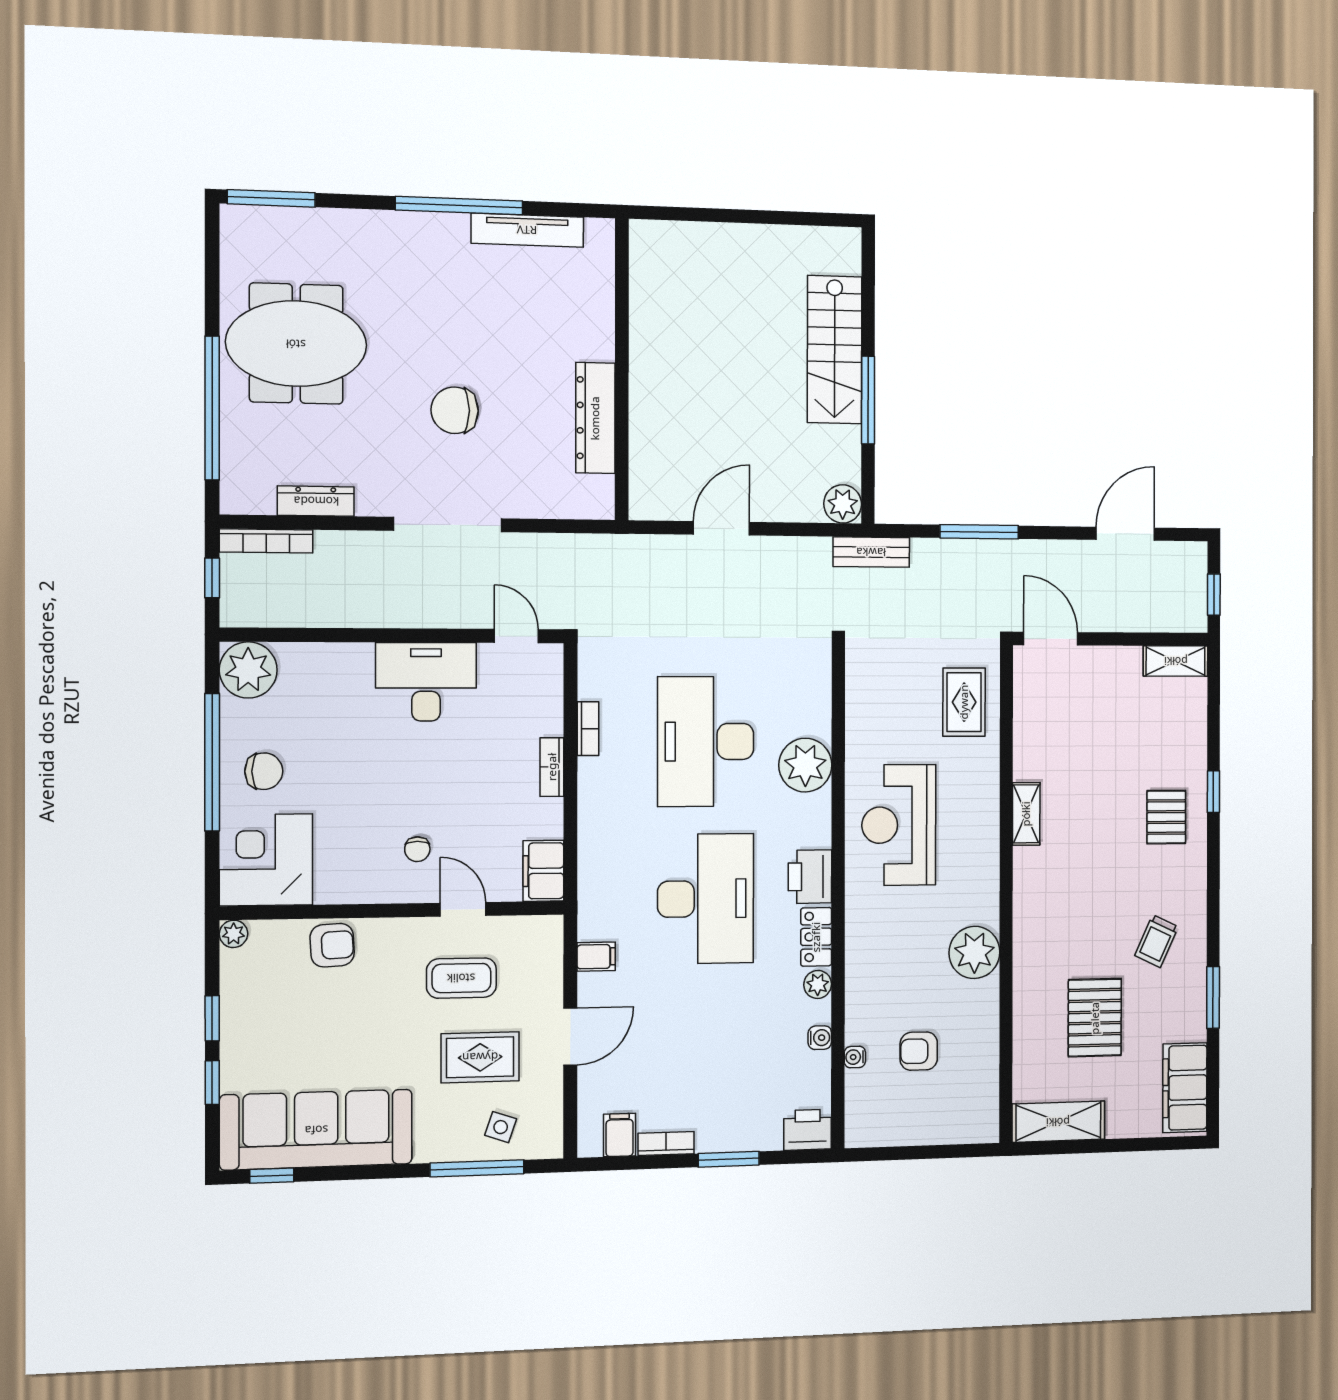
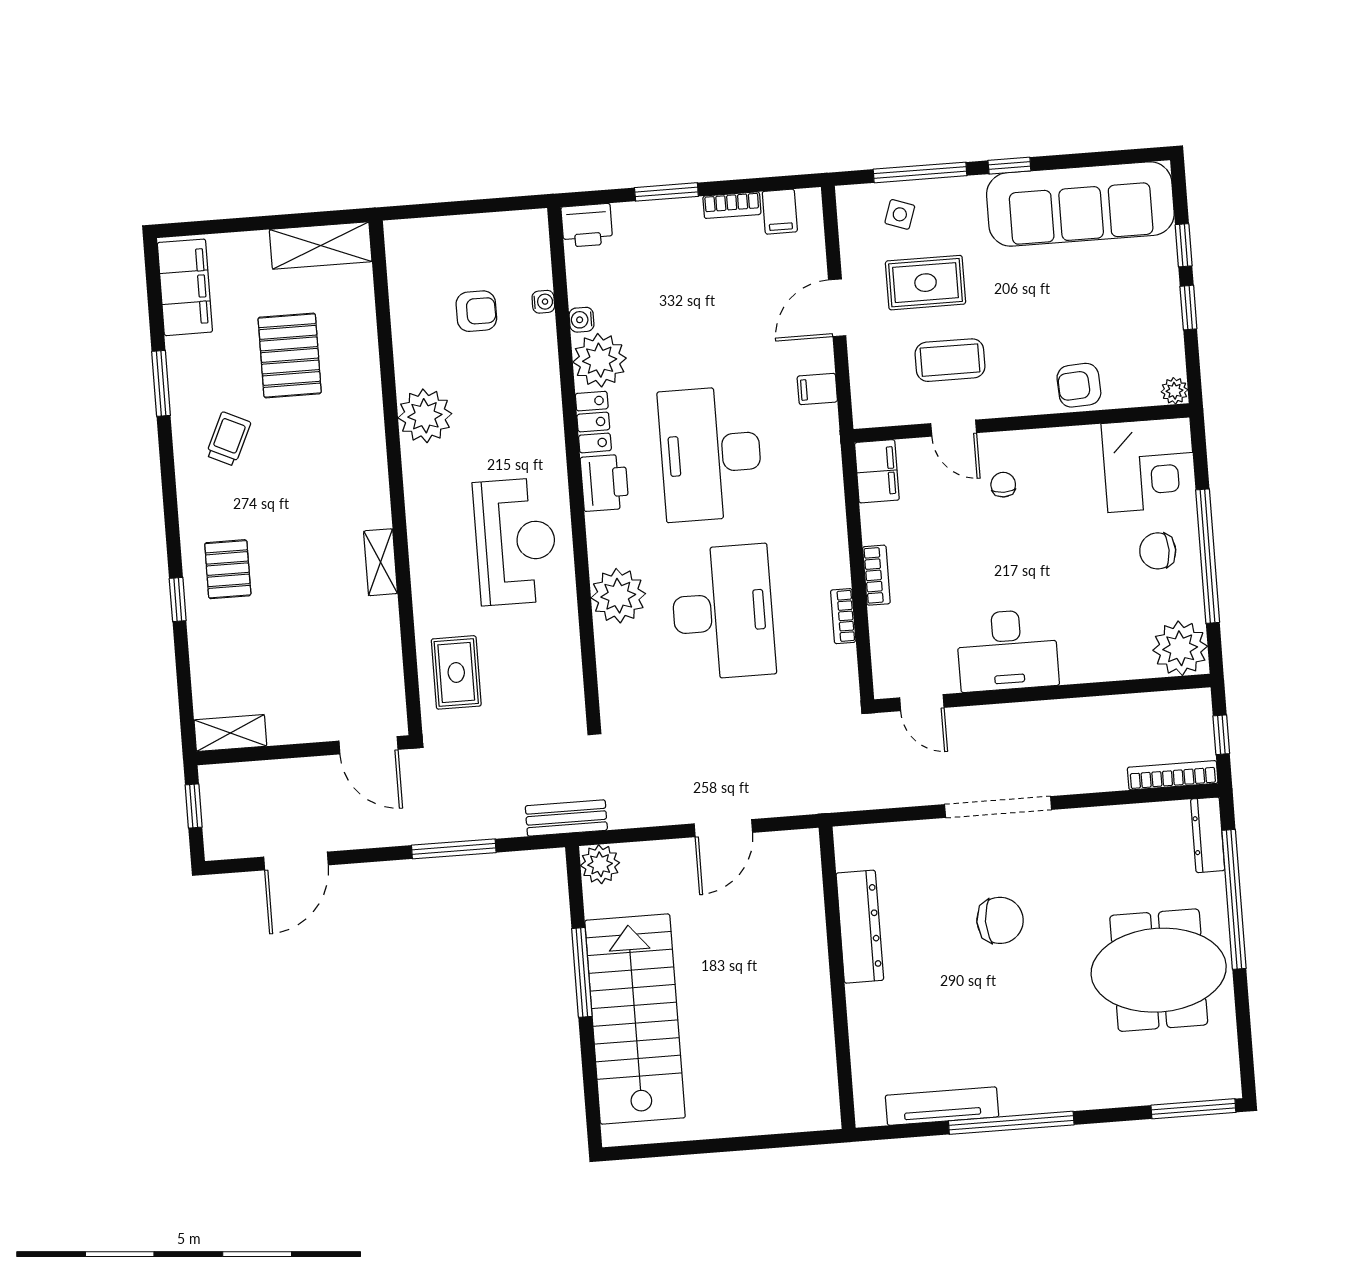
stairs: (835, 350) -> (635, 1019), width x1.36, depth x1.51
dresser: (316, 501) -> (1208, 835), moved, turned 90
plant: (818, 984) -> (600, 360), width x1.87, depth x1.87
window: (272, 1176) -> (1009, 166), moved

